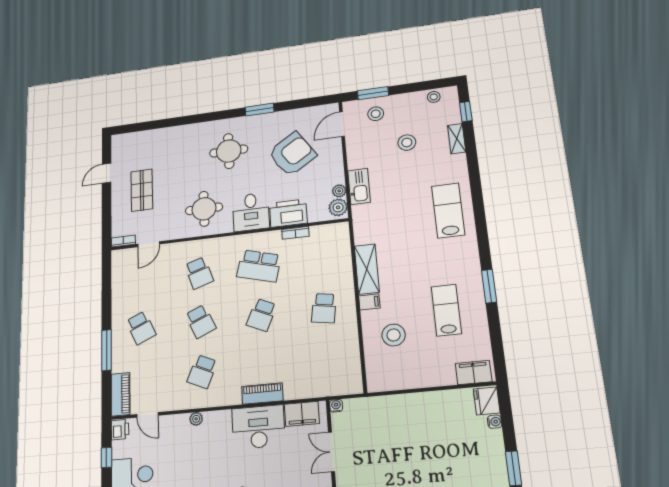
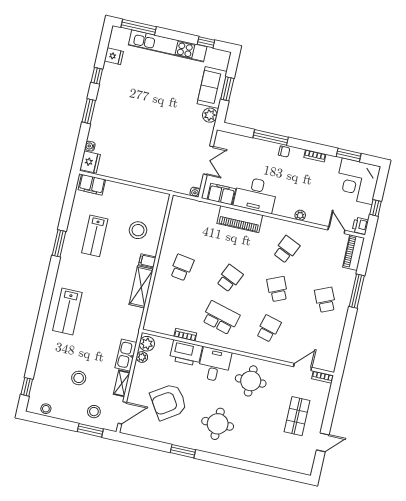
shelving: (457, 139) -> (122, 383), moved
school desk: (199, 273) -> (269, 329), turned 33
piano: (262, 394) -> (240, 219), width x1.37, depth x1.33

